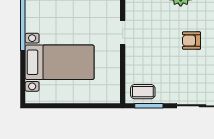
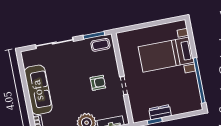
armchair: (192, 41) -> (98, 83), moved

